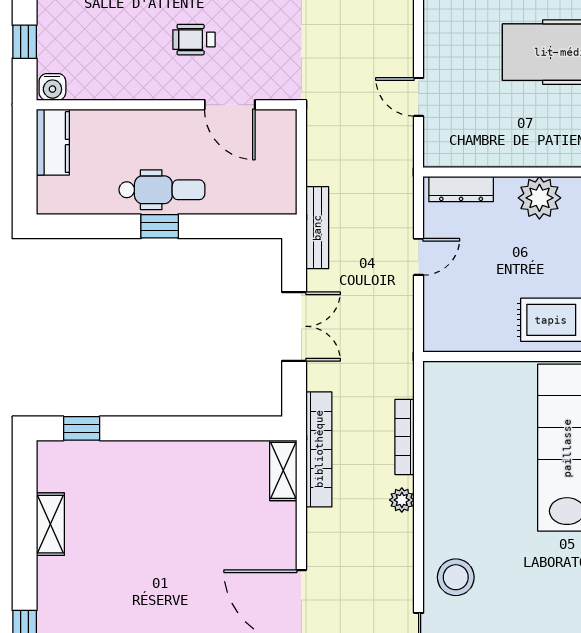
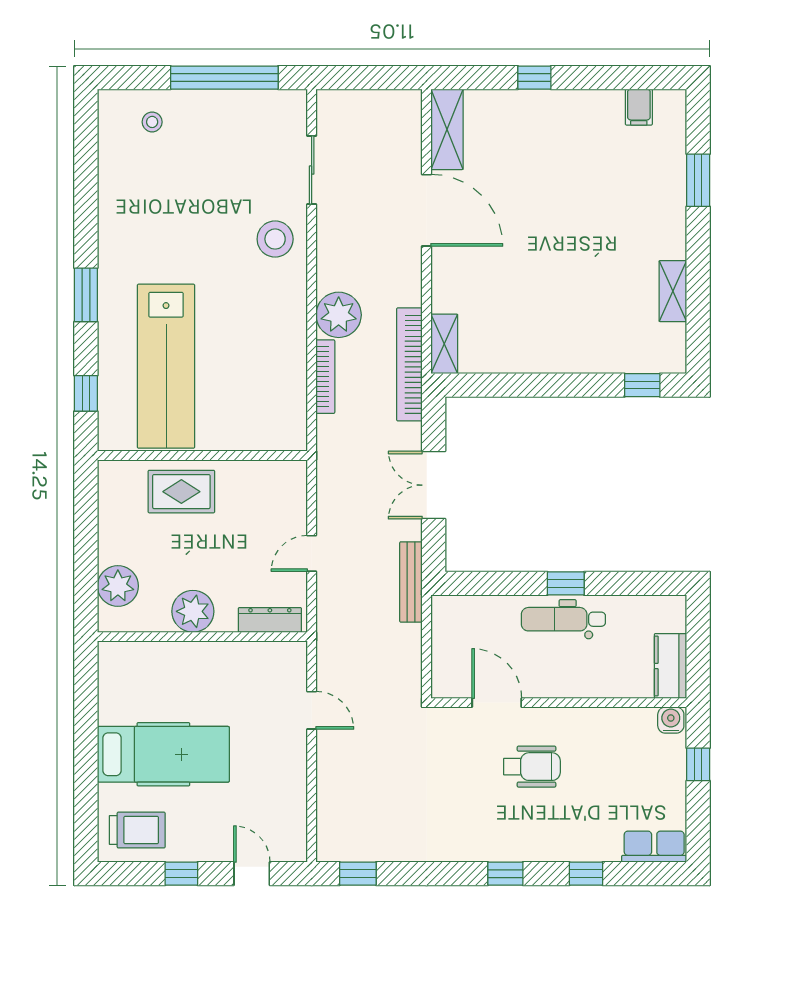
wheelchair: (194, 40) -> (532, 767), width x1.36, depth x1.37
plant: (402, 500) -> (339, 315), width x1.88, depth x1.88

